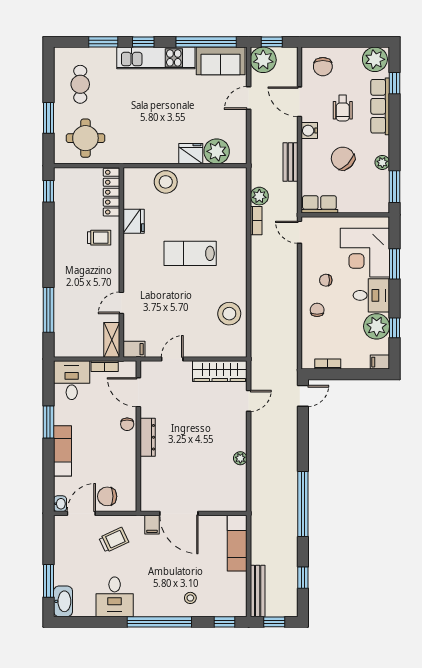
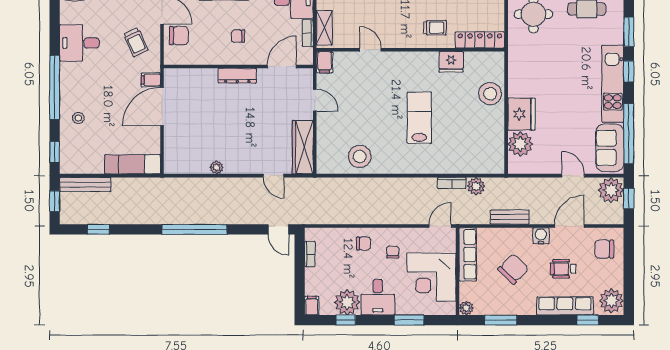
fridge: (191, 154) -> (521, 114), width x1.36, depth x1.34
plant: (382, 162) -> (466, 308), moved
window: (394, 187) -> (501, 320), moved
row of seats: (319, 204) -> (468, 254), width x1.48
trolley: (99, 238) -> (435, 28), turned -90
corner desk: (365, 253) -> (432, 277), moved, turned -90
shelving: (112, 340) -> (324, 28), moved, turned 90
chair: (127, 424) -> (238, 36), moved
chair: (107, 496) -> (179, 36), turned 90
window: (303, 504) -> (194, 229), moved

